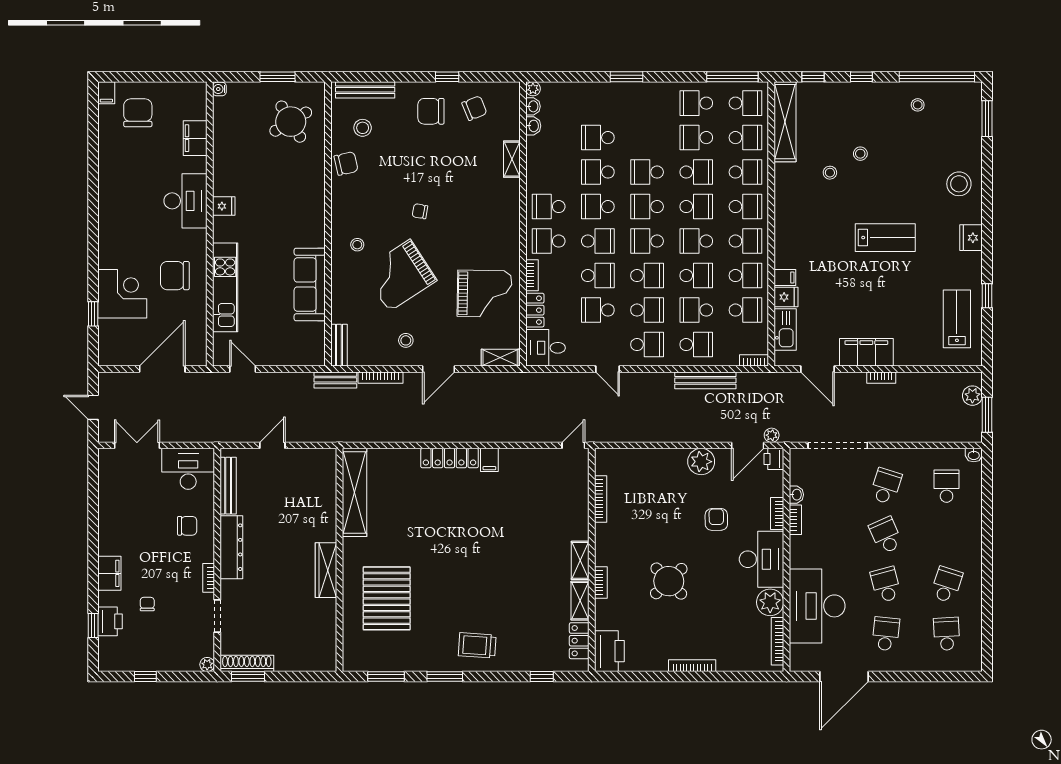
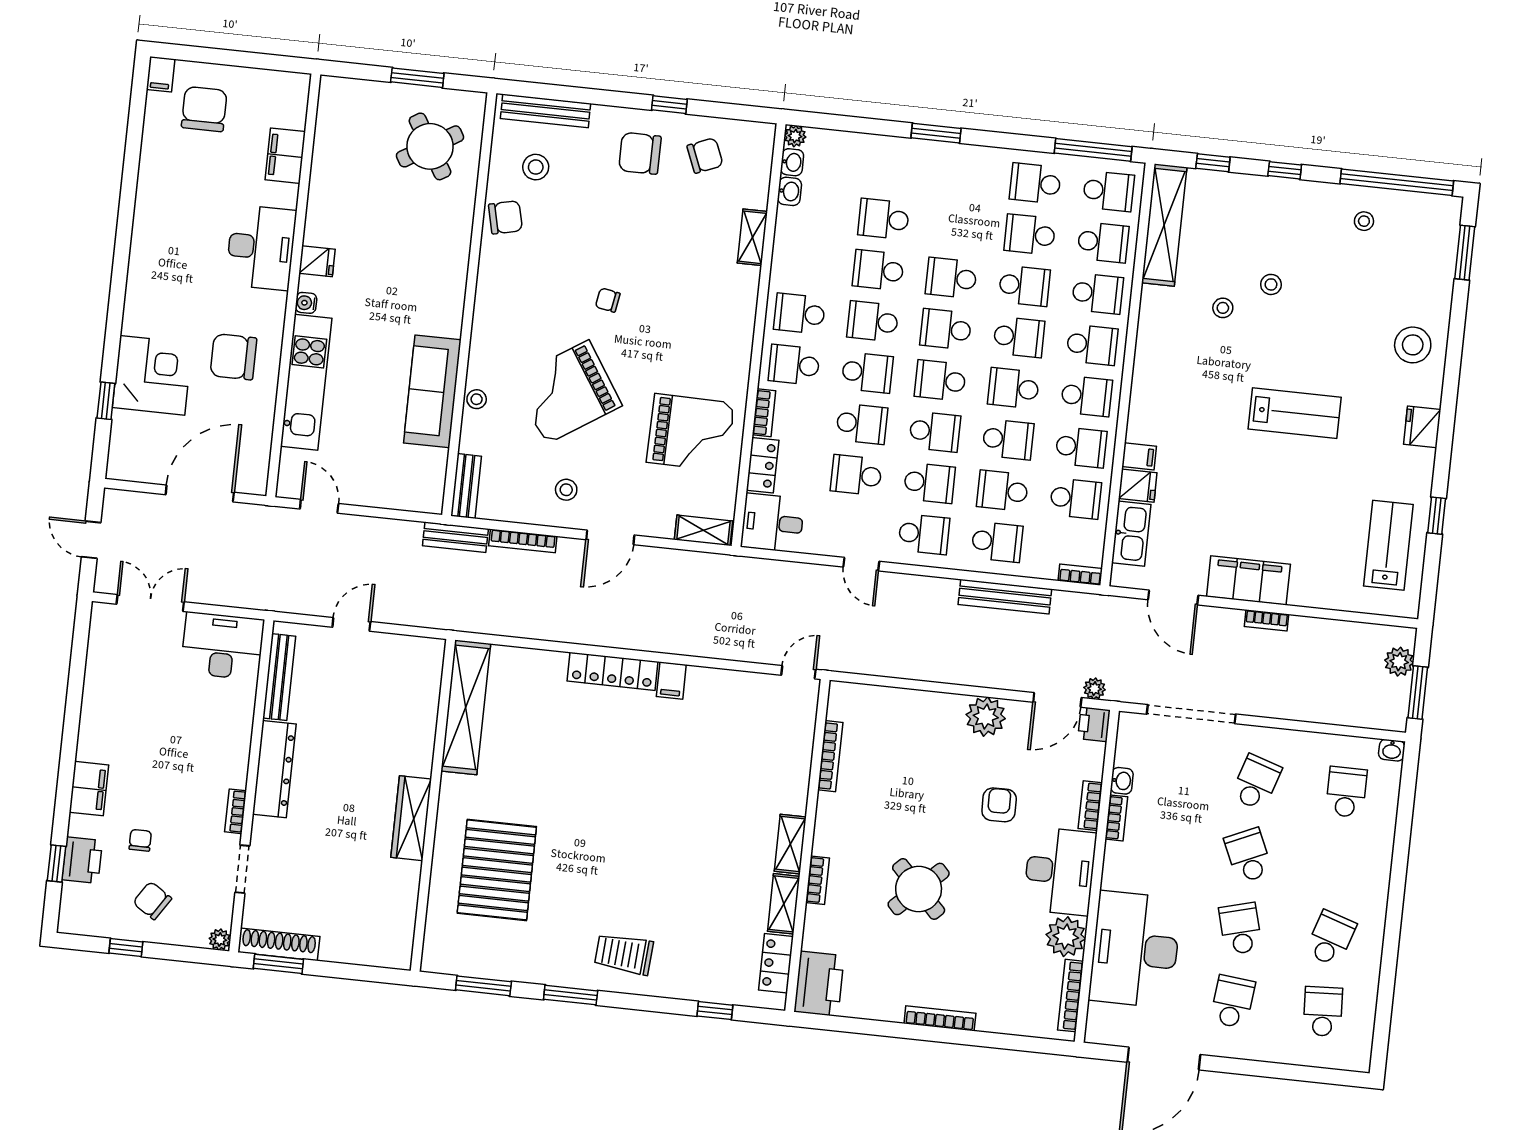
water cooler: (219, 89) -> (306, 303), moved
stool: (357, 245) -> (477, 399), moved
chair: (187, 526) -> (152, 901), moved, turned -147

